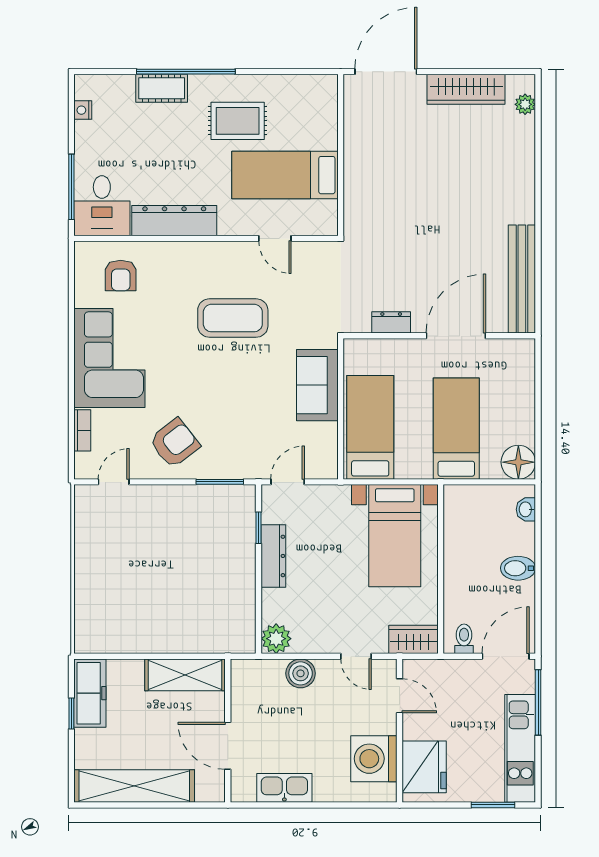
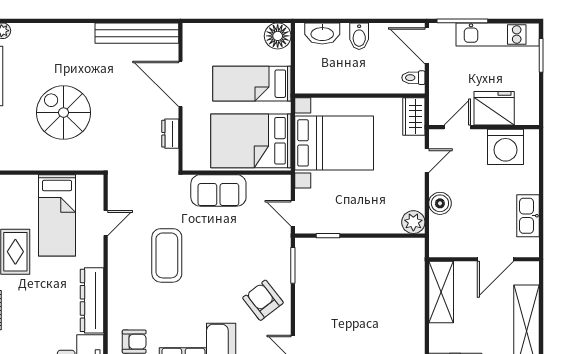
spiral stairs: (419, 184) -> (63, 113), added
bed: (370, 427) -> (251, 141), width x1.50
washbasin: (526, 509) -> (322, 33), width x1.91, depth x1.45
bed with nightstands: (395, 536) -> (334, 143), width x1.36
dresser: (273, 556) -> (350, 224), removed
fridge: (424, 767) -> (494, 108), moved

